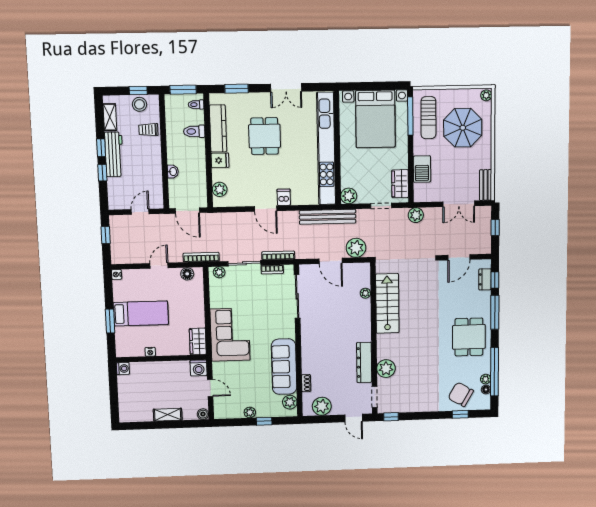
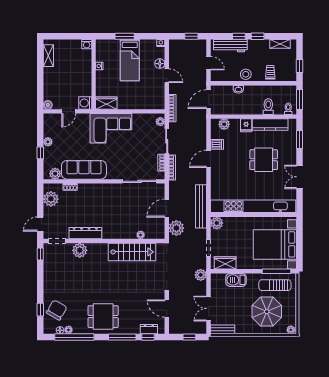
stool: (139, 104) -> (246, 74), moved
workbench: (114, 154) -> (230, 46), moved
dishwasher: (284, 197) -> (217, 144), moved
floor lamp: (187, 274) -> (160, 64), moved
shelving: (168, 415) -> (48, 56), moved

